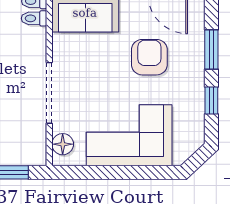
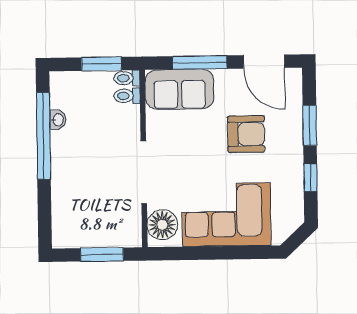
armchair: (149, 57) -> (246, 134), turned 90
floor lamp: (63, 144) -> (162, 225), width x1.38, depth x1.38

